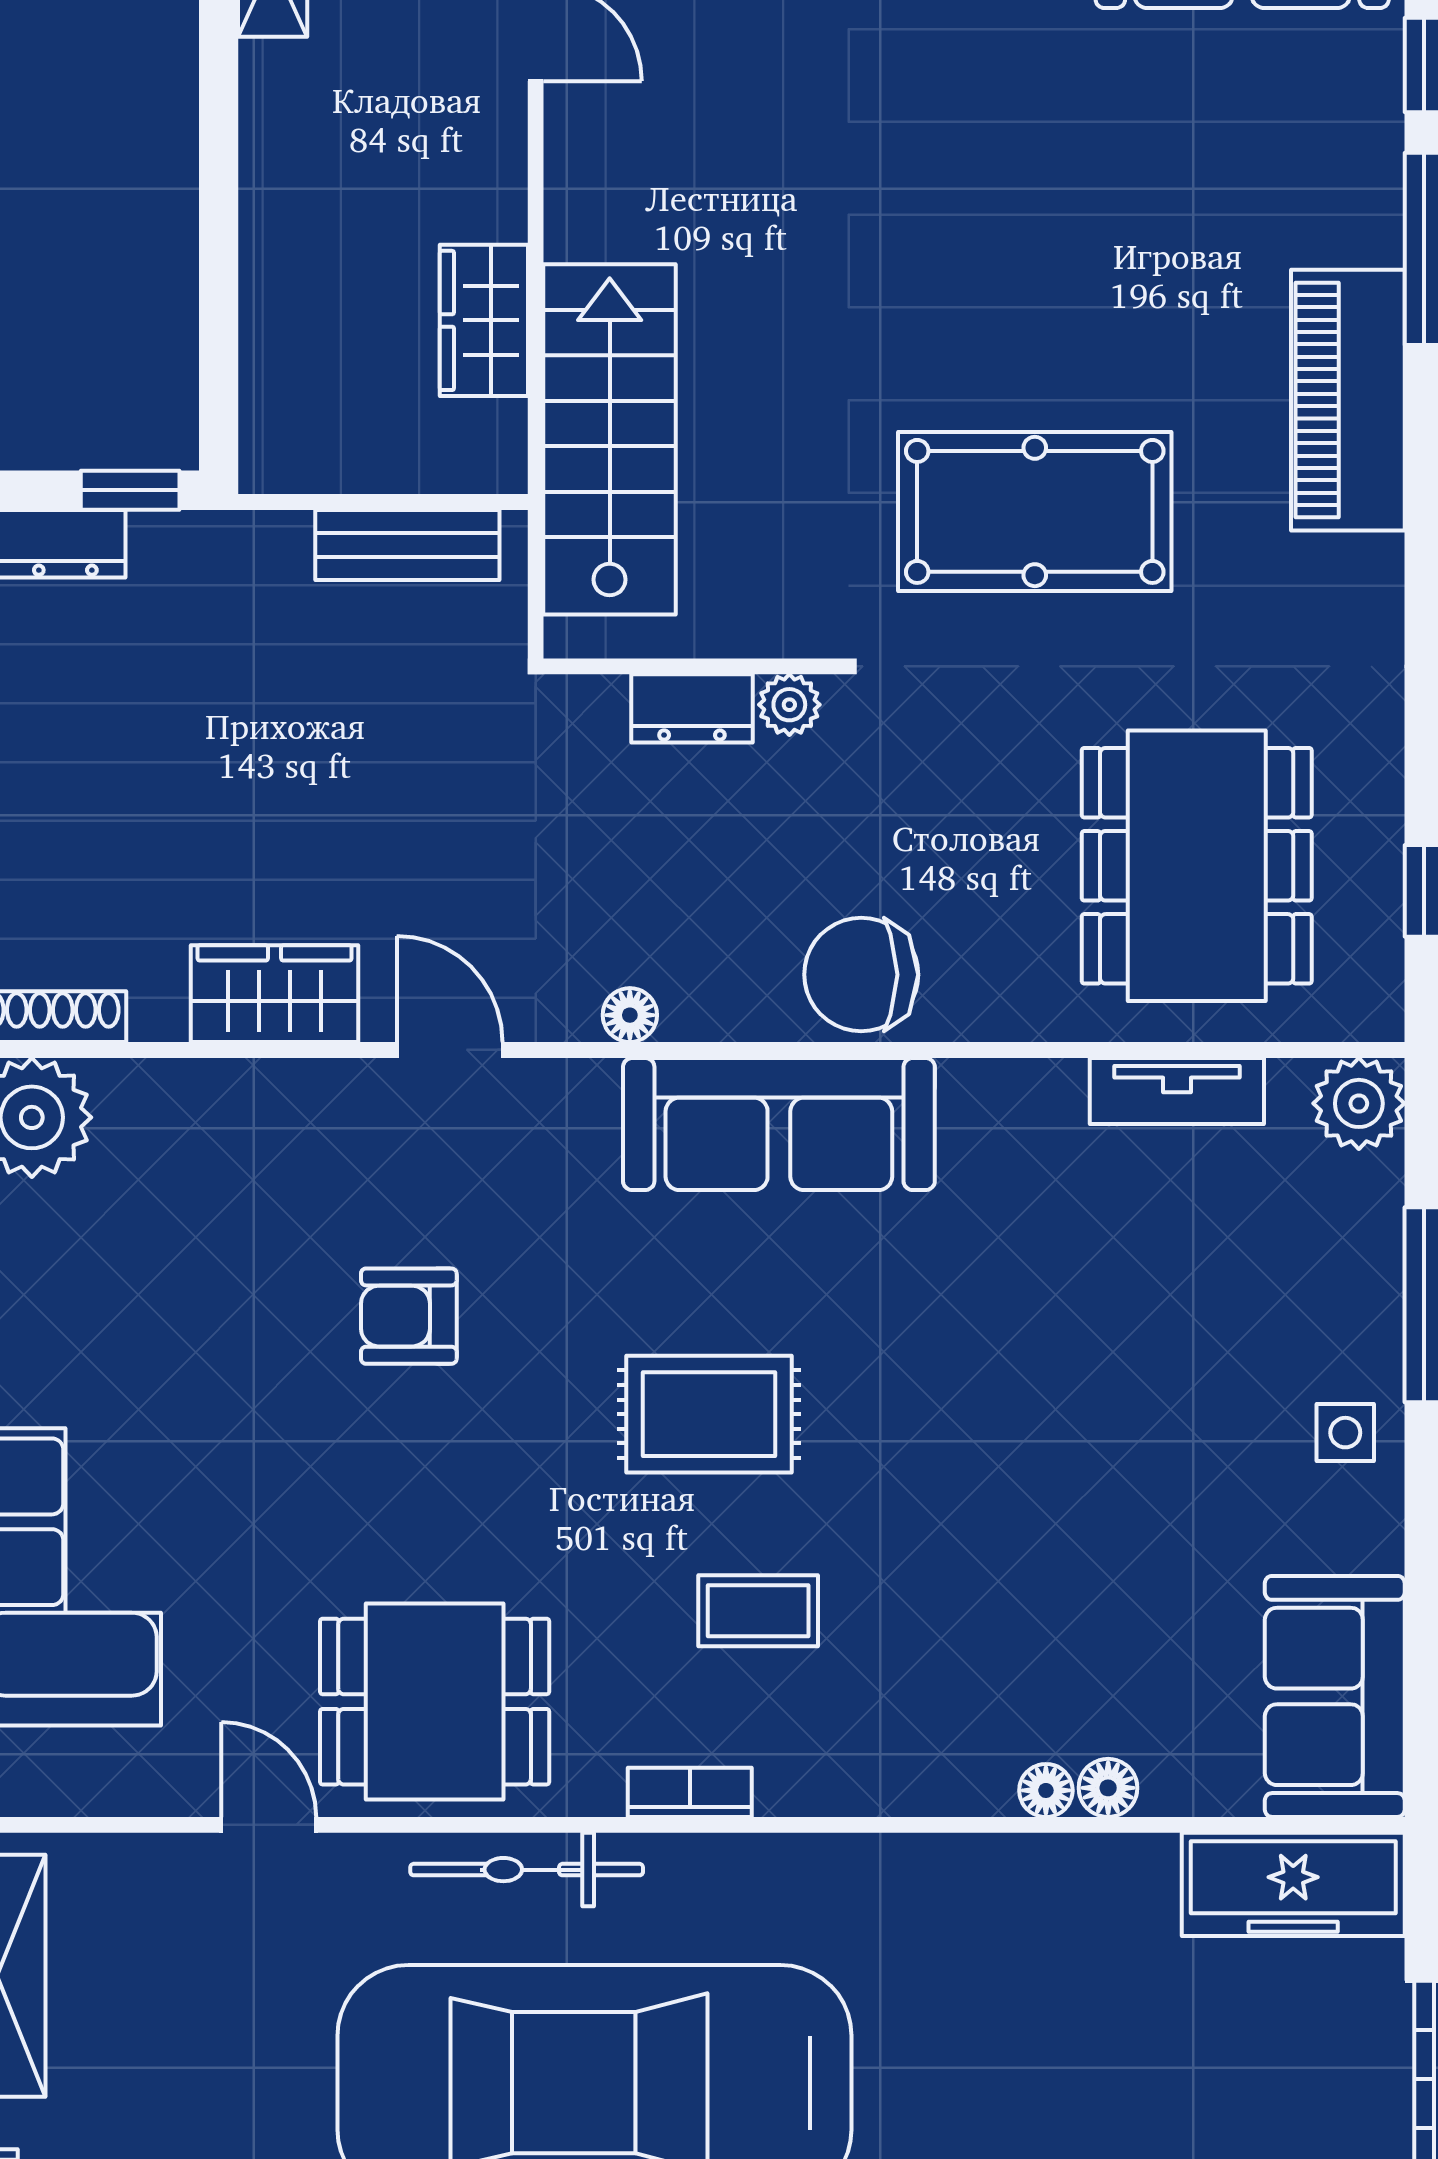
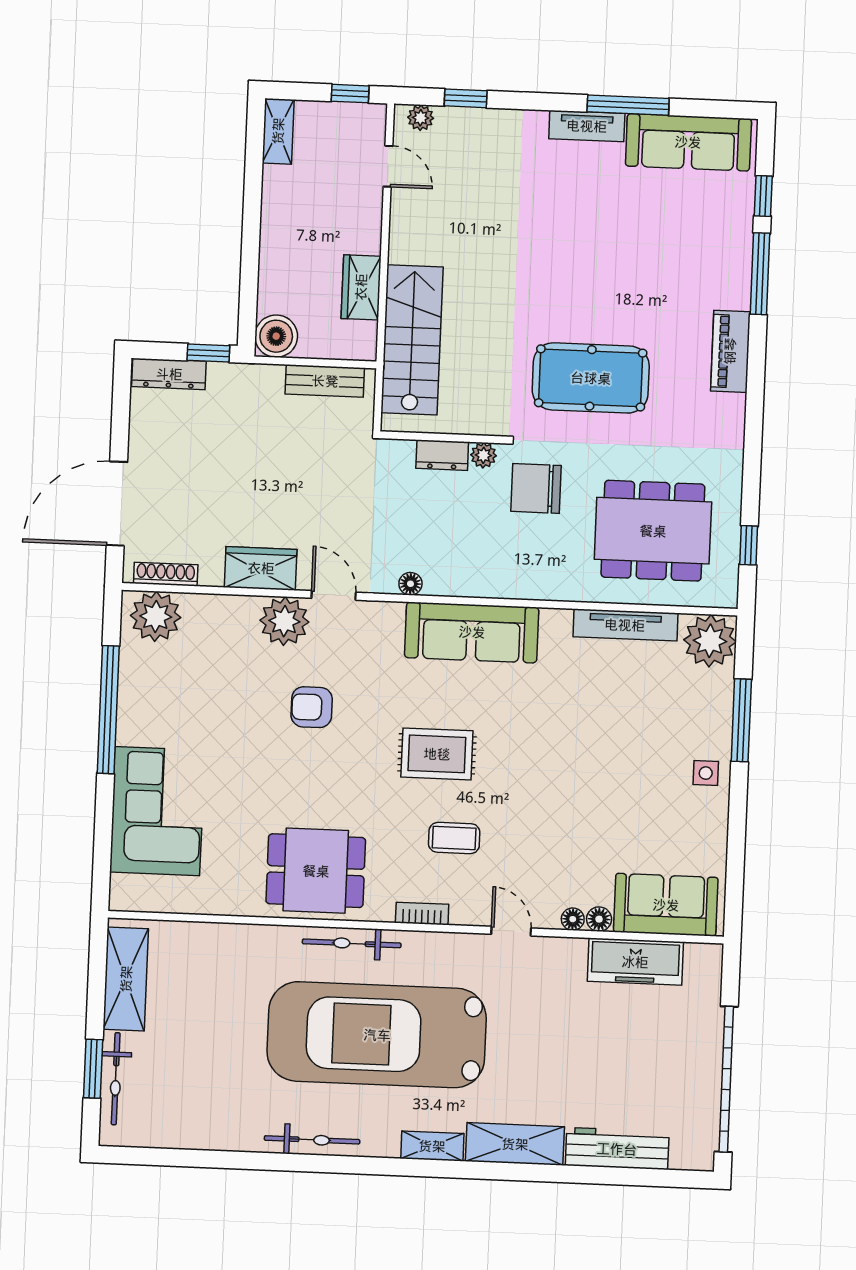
piano: (1348, 400) -> (730, 351), width x0.73, depth x0.75
boiler: (288, 444) -> (276, 336), added
dining table: (1197, 866) -> (653, 531), turned 90
chair: (861, 975) -> (536, 488), moved
tv unit: (1177, 1091) -> (625, 625), width x1.41
plant: (1359, 1103) -> (710, 641), width x1.36, depth x1.36
plant: (336, 1116) -> (284, 621), added
sofa: (1335, 1696) -> (666, 905), moved, turned 90
door: (269, 1825) -> (511, 931), moved
freezer: (1293, 1884) -> (635, 962), moved

